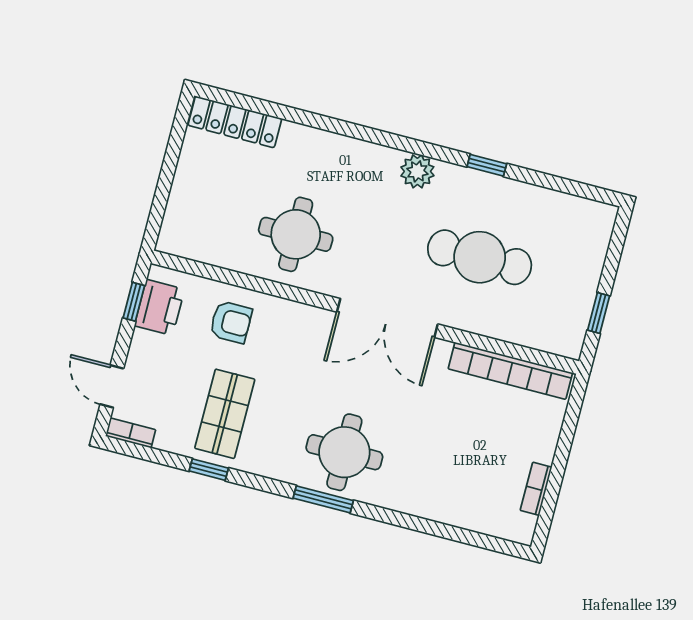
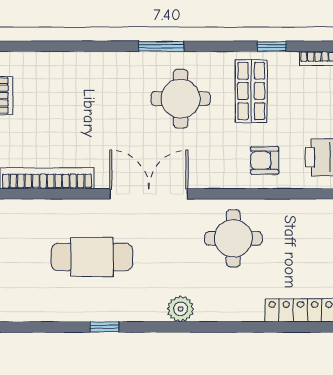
plant: (417, 171) -> (181, 309), moved
round table: (344, 452) -> (181, 99), moved
window: (209, 470) -> (272, 46), moved

